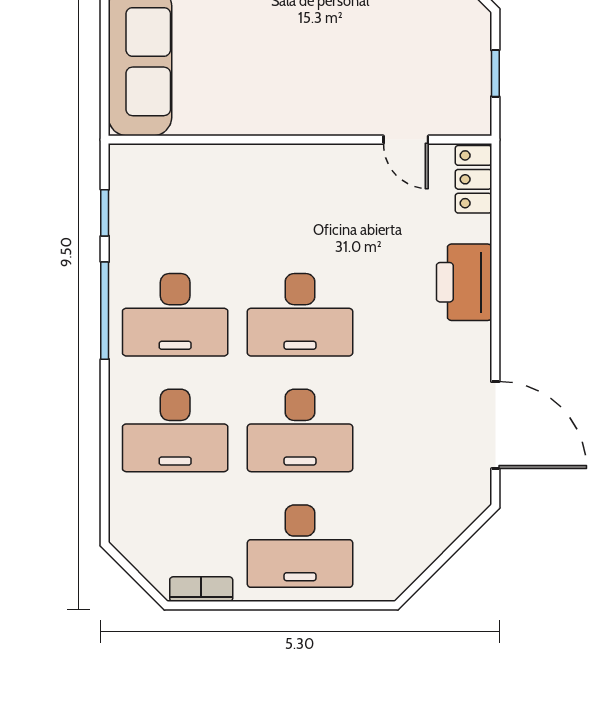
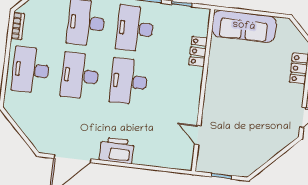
door: (406, 140) -> (198, 135), hinge flipped
locker: (473, 179) -> (198, 52), moved, turned -90
printer: (464, 282) -> (117, 150), moved

